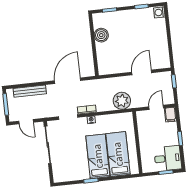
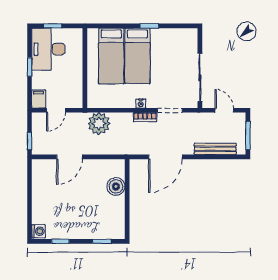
boiler: (101, 35) -> (116, 186), moved
desk: (168, 158) -> (48, 49), width x1.37

